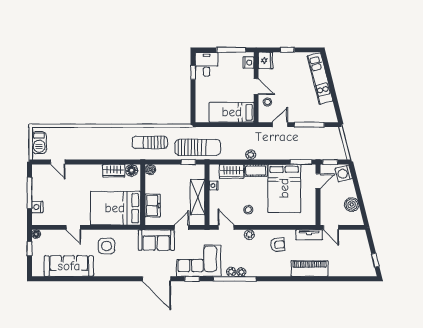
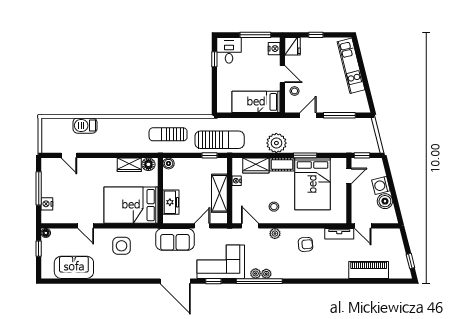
barbecue: (39, 143) -> (85, 126), moved, turned 90
plant: (251, 155) -> (276, 143), width x1.88, depth x1.88
window: (301, 162) -> (305, 155), moved
washing machine: (344, 173) -> (381, 185), moved
sofa: (69, 266) -> (74, 267), width x0.73
piano: (309, 269) -> (369, 270), moved

